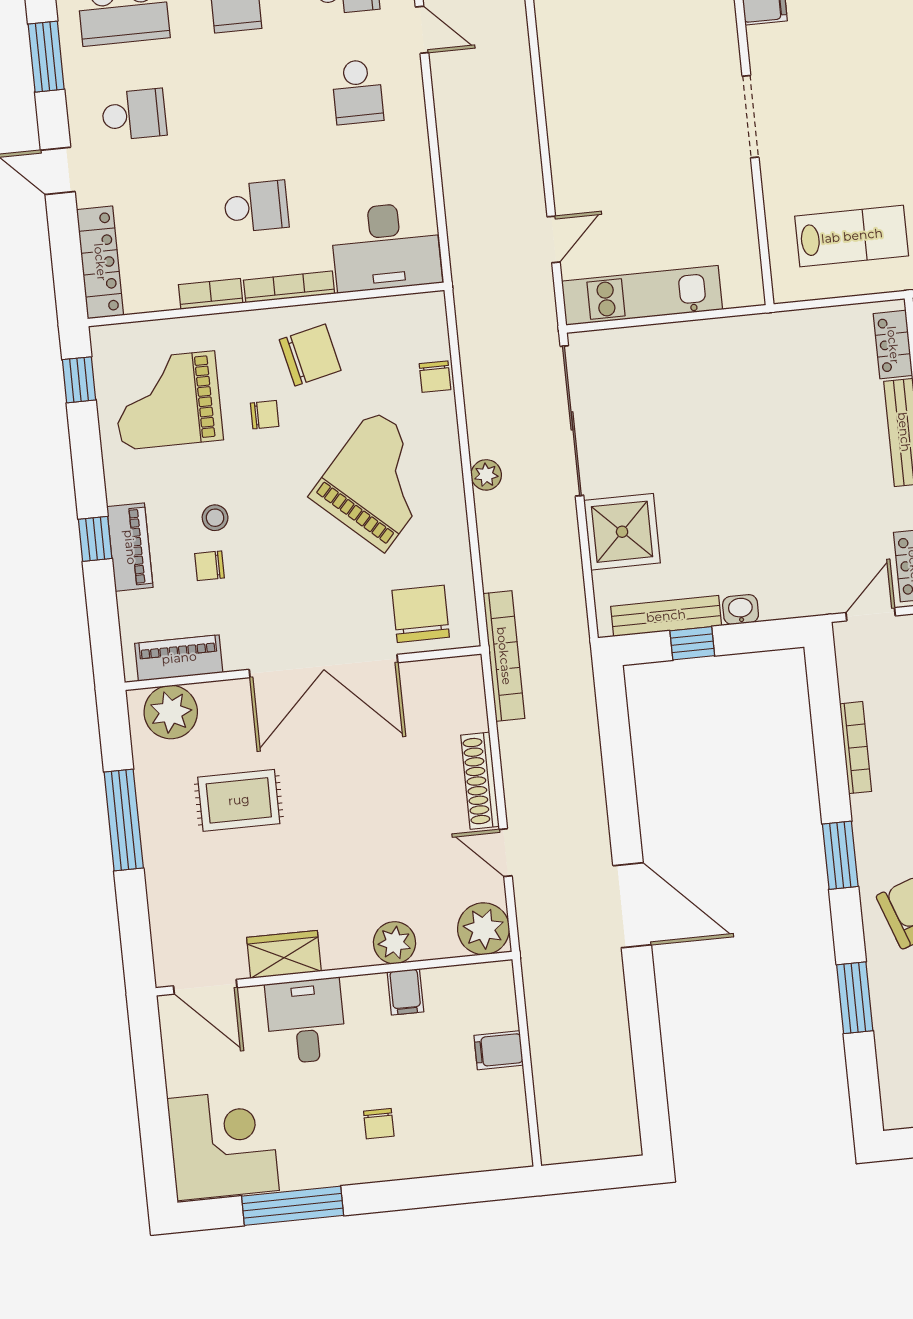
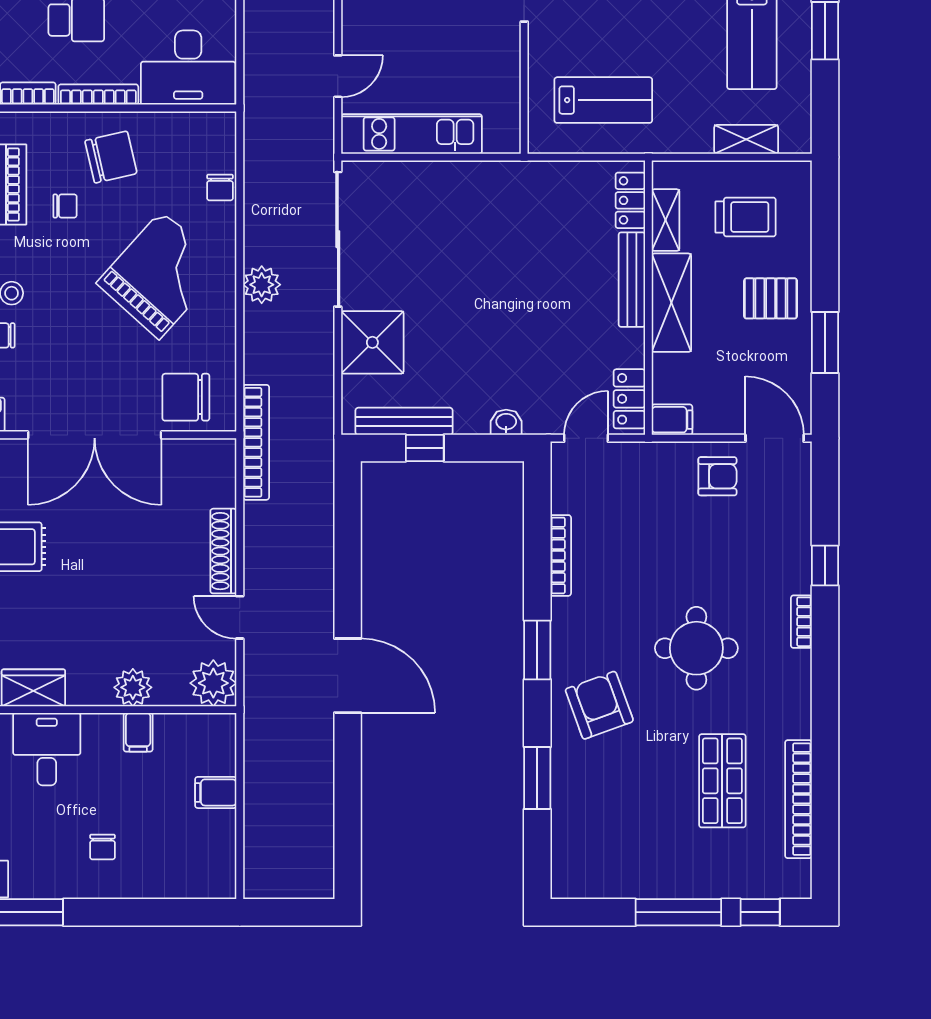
plant: (486, 475) -> (262, 285), width x1.38, depth x1.38
washbasin: (741, 610) -> (506, 422), moved
chair: (421, 614) -> (186, 397), turned -90

